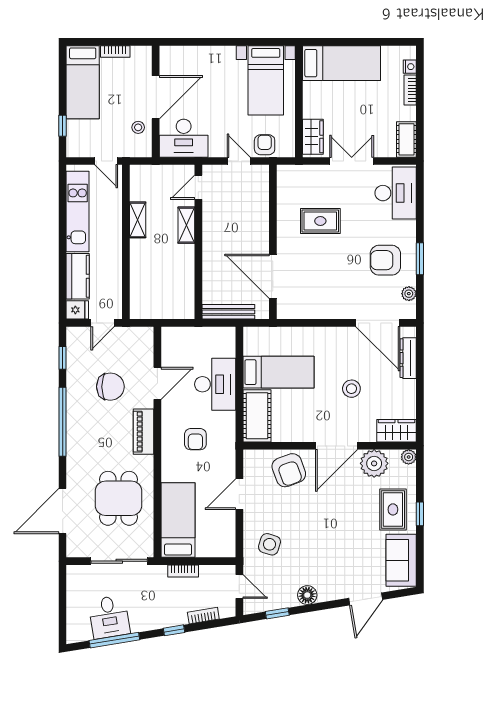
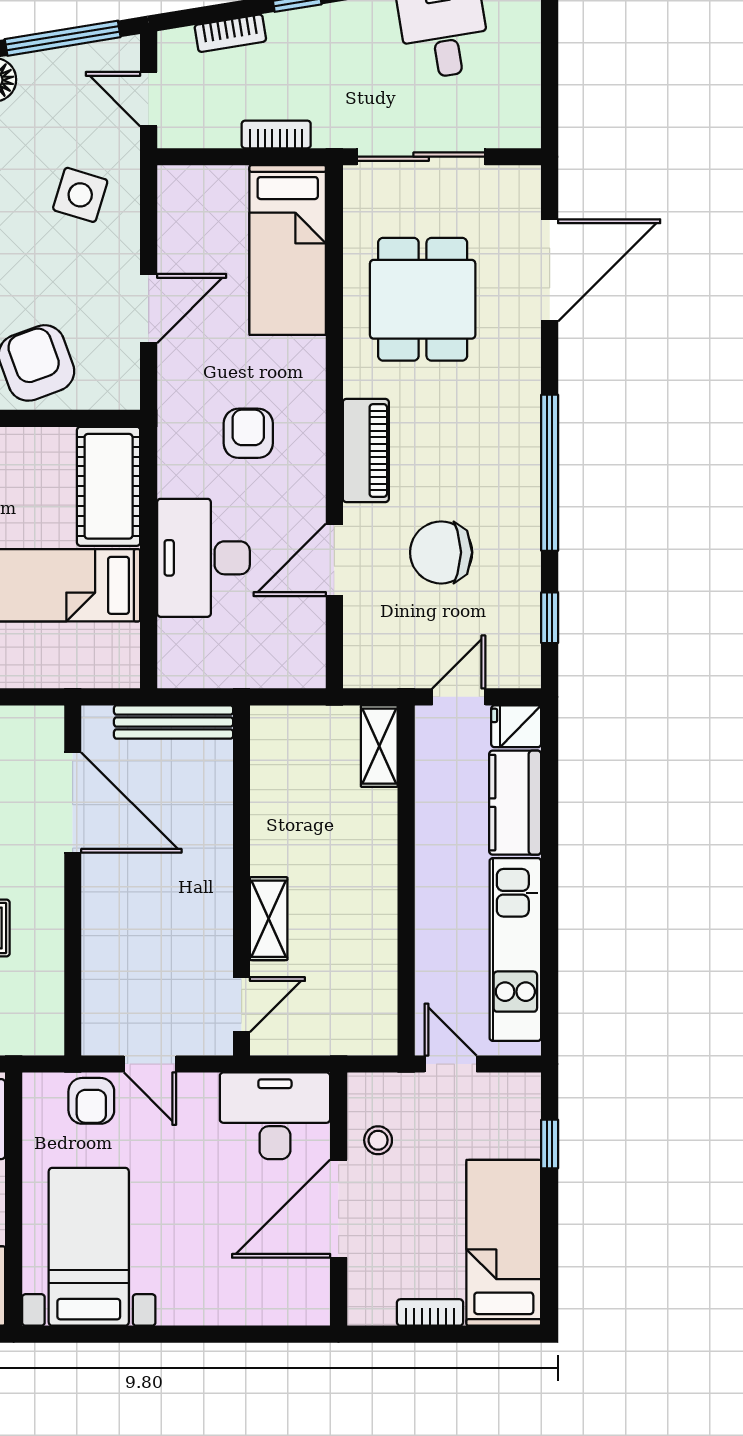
shelving: (138, 220) -> (379, 746), moved
window: (277, 613) -> (63, 38), width x2.17

